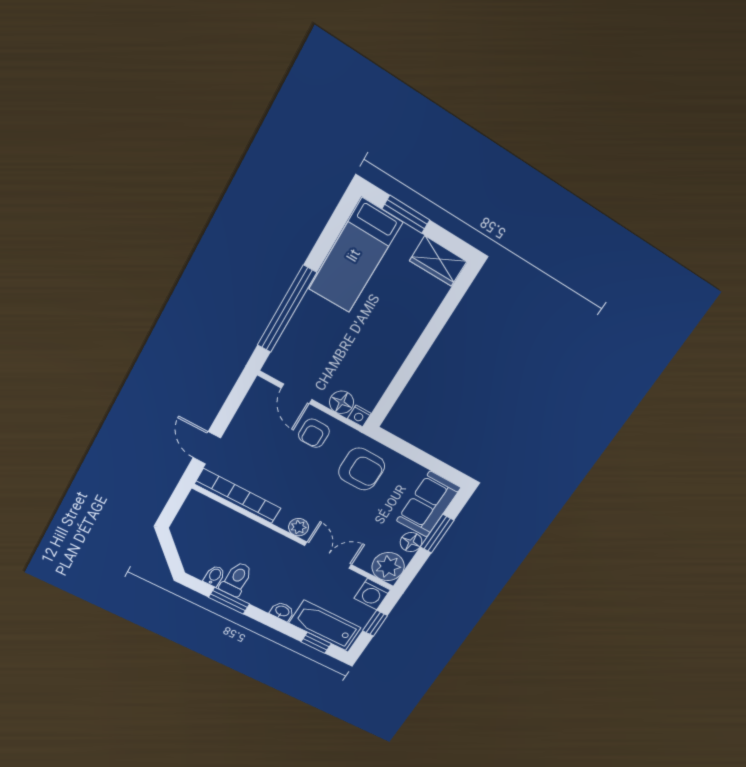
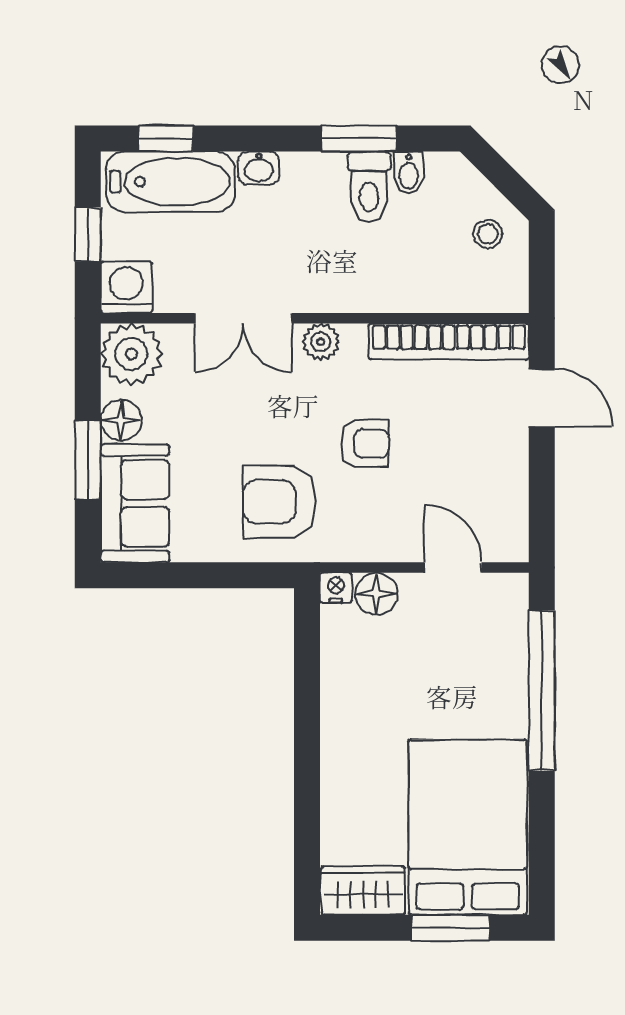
bed: (355, 256) -> (468, 827), width x1.50
armchair: (314, 433) -> (365, 444), moved, turned 90
stool: (192, 532) -> (488, 234), added

